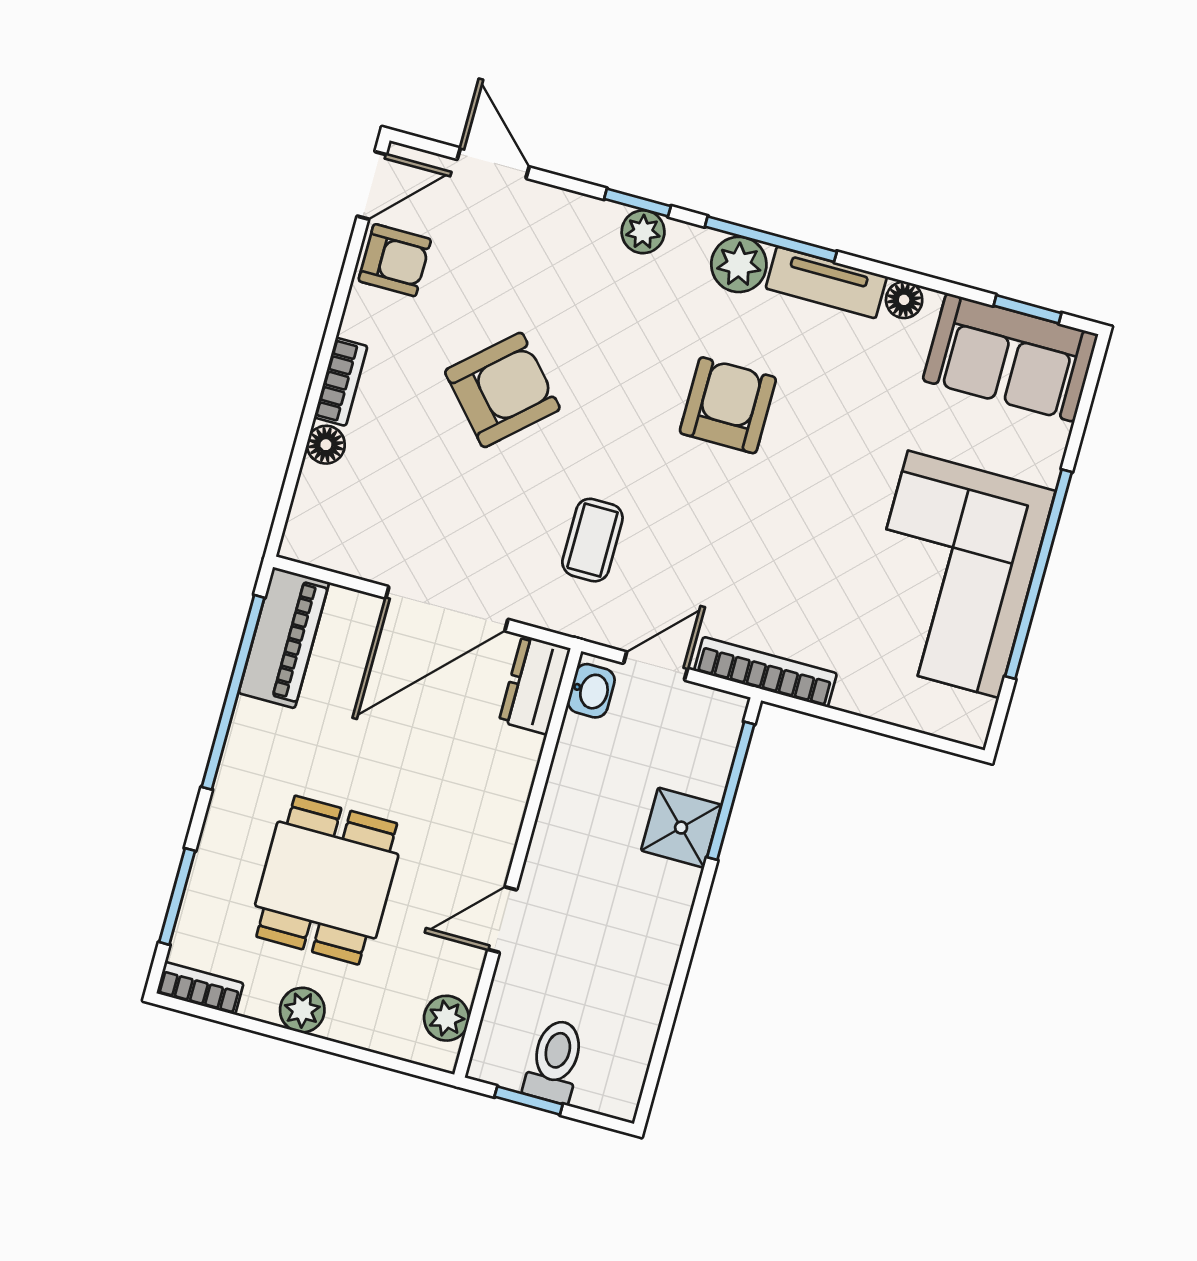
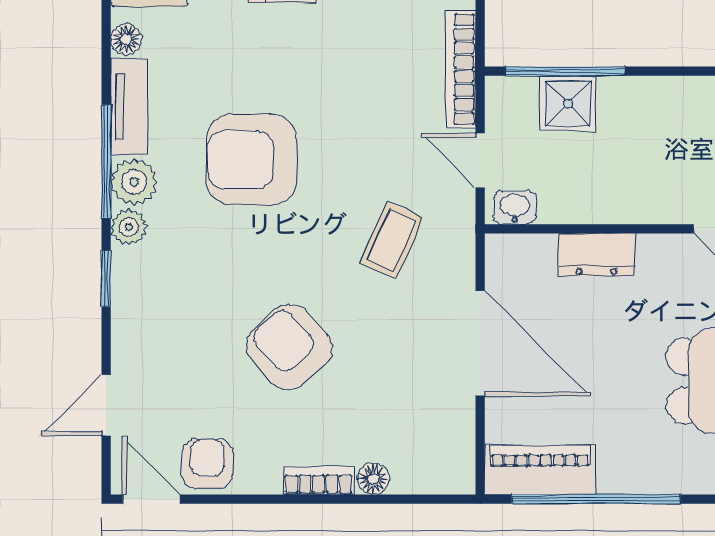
plant: (643, 232) -> (129, 227), moved
armchair: (728, 405) -> (251, 160), width x1.36, depth x1.36
coffee table: (592, 540) -> (392, 240), turned -66
dresser: (535, 685) -> (596, 255), moved
shower: (681, 828) -> (568, 103), moved

